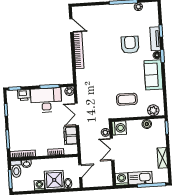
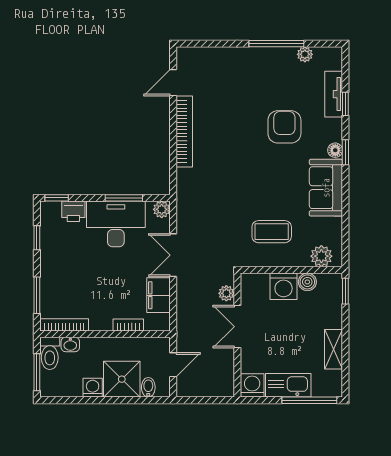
door: (71, 25) -> (173, 83), swing flipped
tv unit: (155, 39) -> (334, 94), moved
washing machine: (119, 128) -> (284, 286), moved, turned 90

